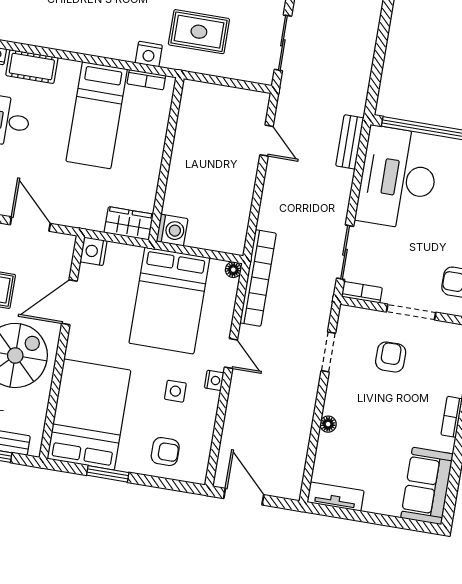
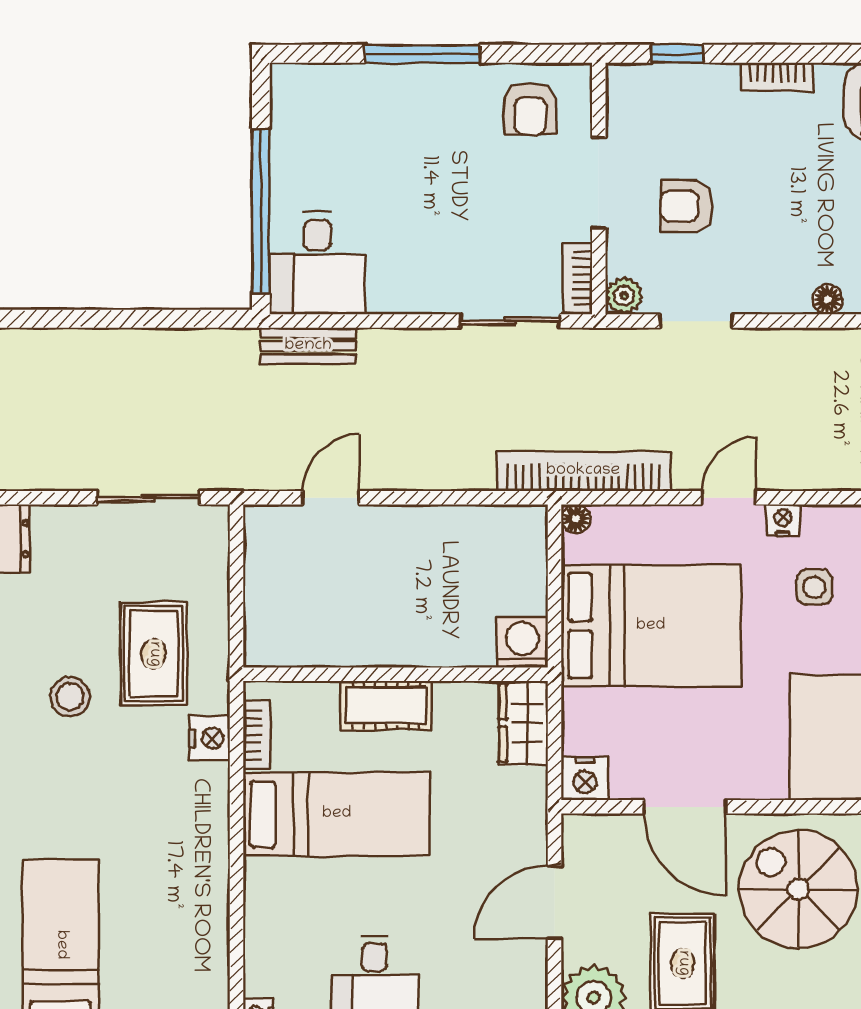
cot: (32, 67) -> (386, 705), moved, turned 90
desk: (398, 178) -> (318, 263), width x0.53, depth x0.77
plant: (348, 315) -> (624, 296), added

